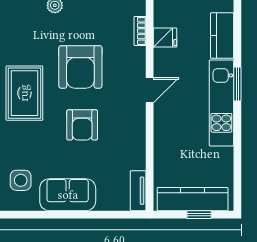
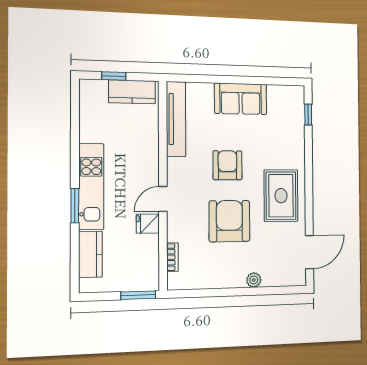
fridge: (165, 38) -> (148, 224), moved
side table: (21, 180) -> (284, 113), removed
tv unit: (138, 191) -> (176, 119), width x1.92, depth x1.29
kitchen counter: (193, 199) -> (132, 92), width x0.67

